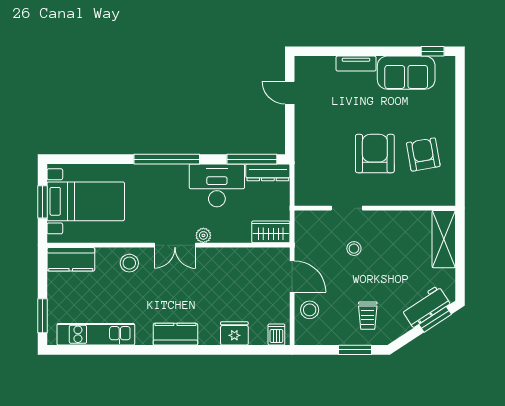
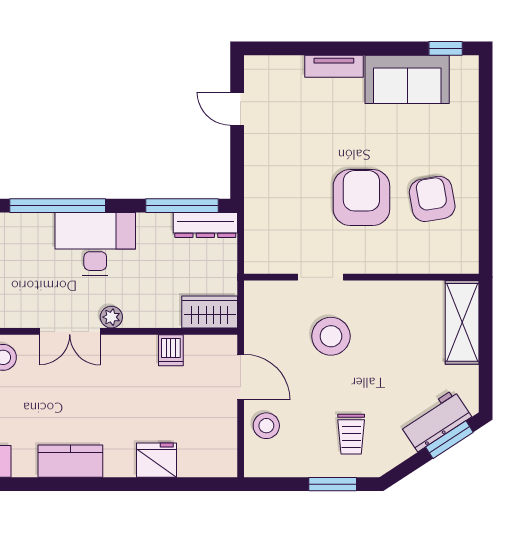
desk: (217, 185) -> (95, 244), moved
stool: (354, 249) -> (331, 336), width x1.89, depth x1.89
dishwasher: (276, 334) -> (171, 350), moved, turned 180

